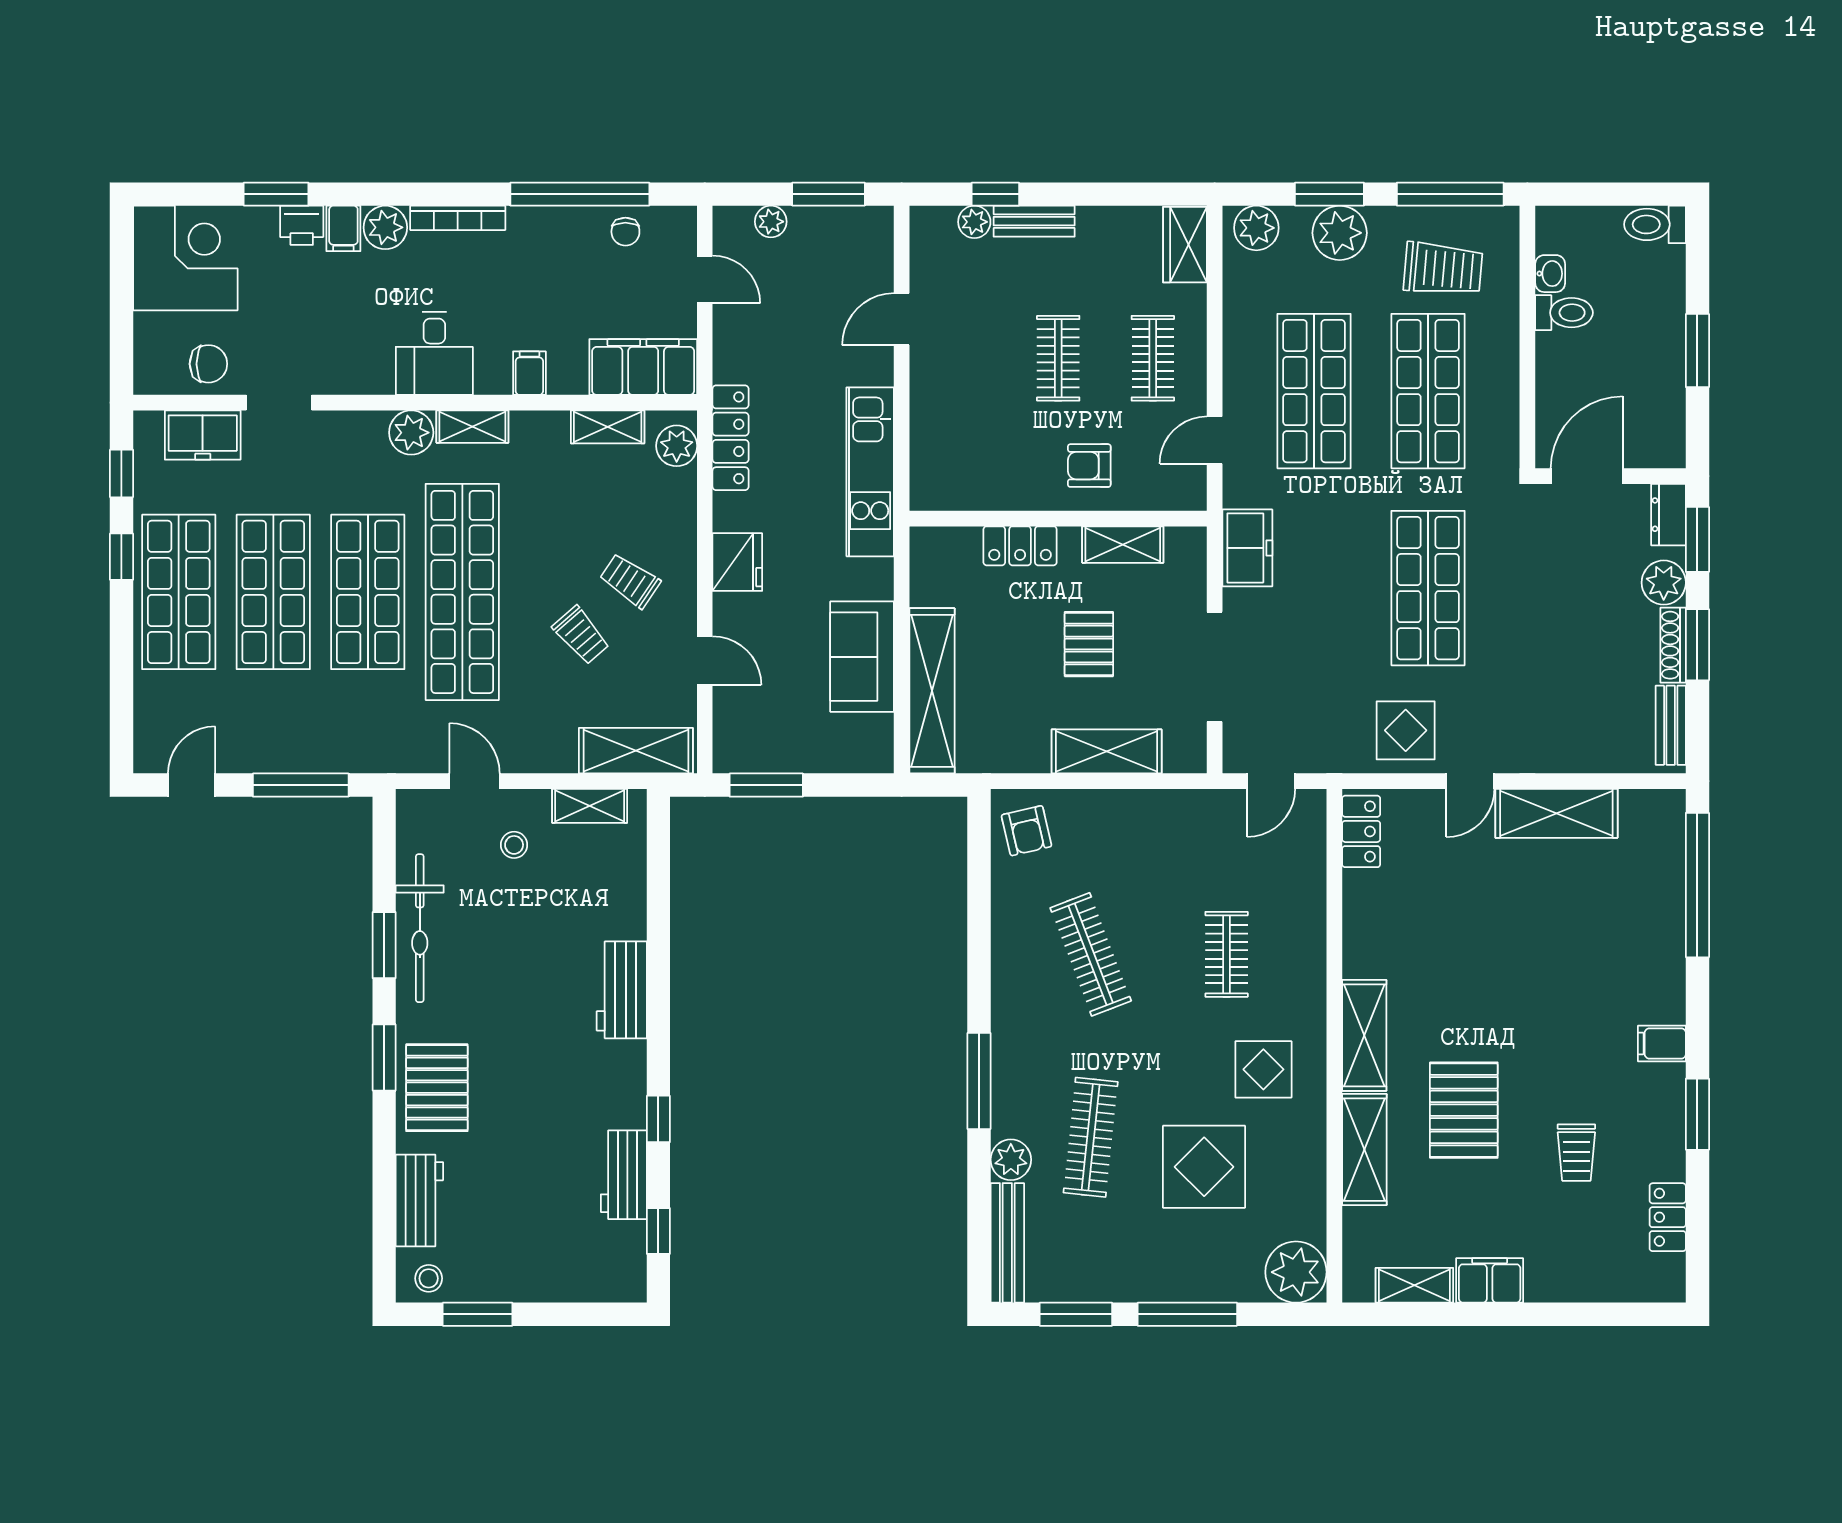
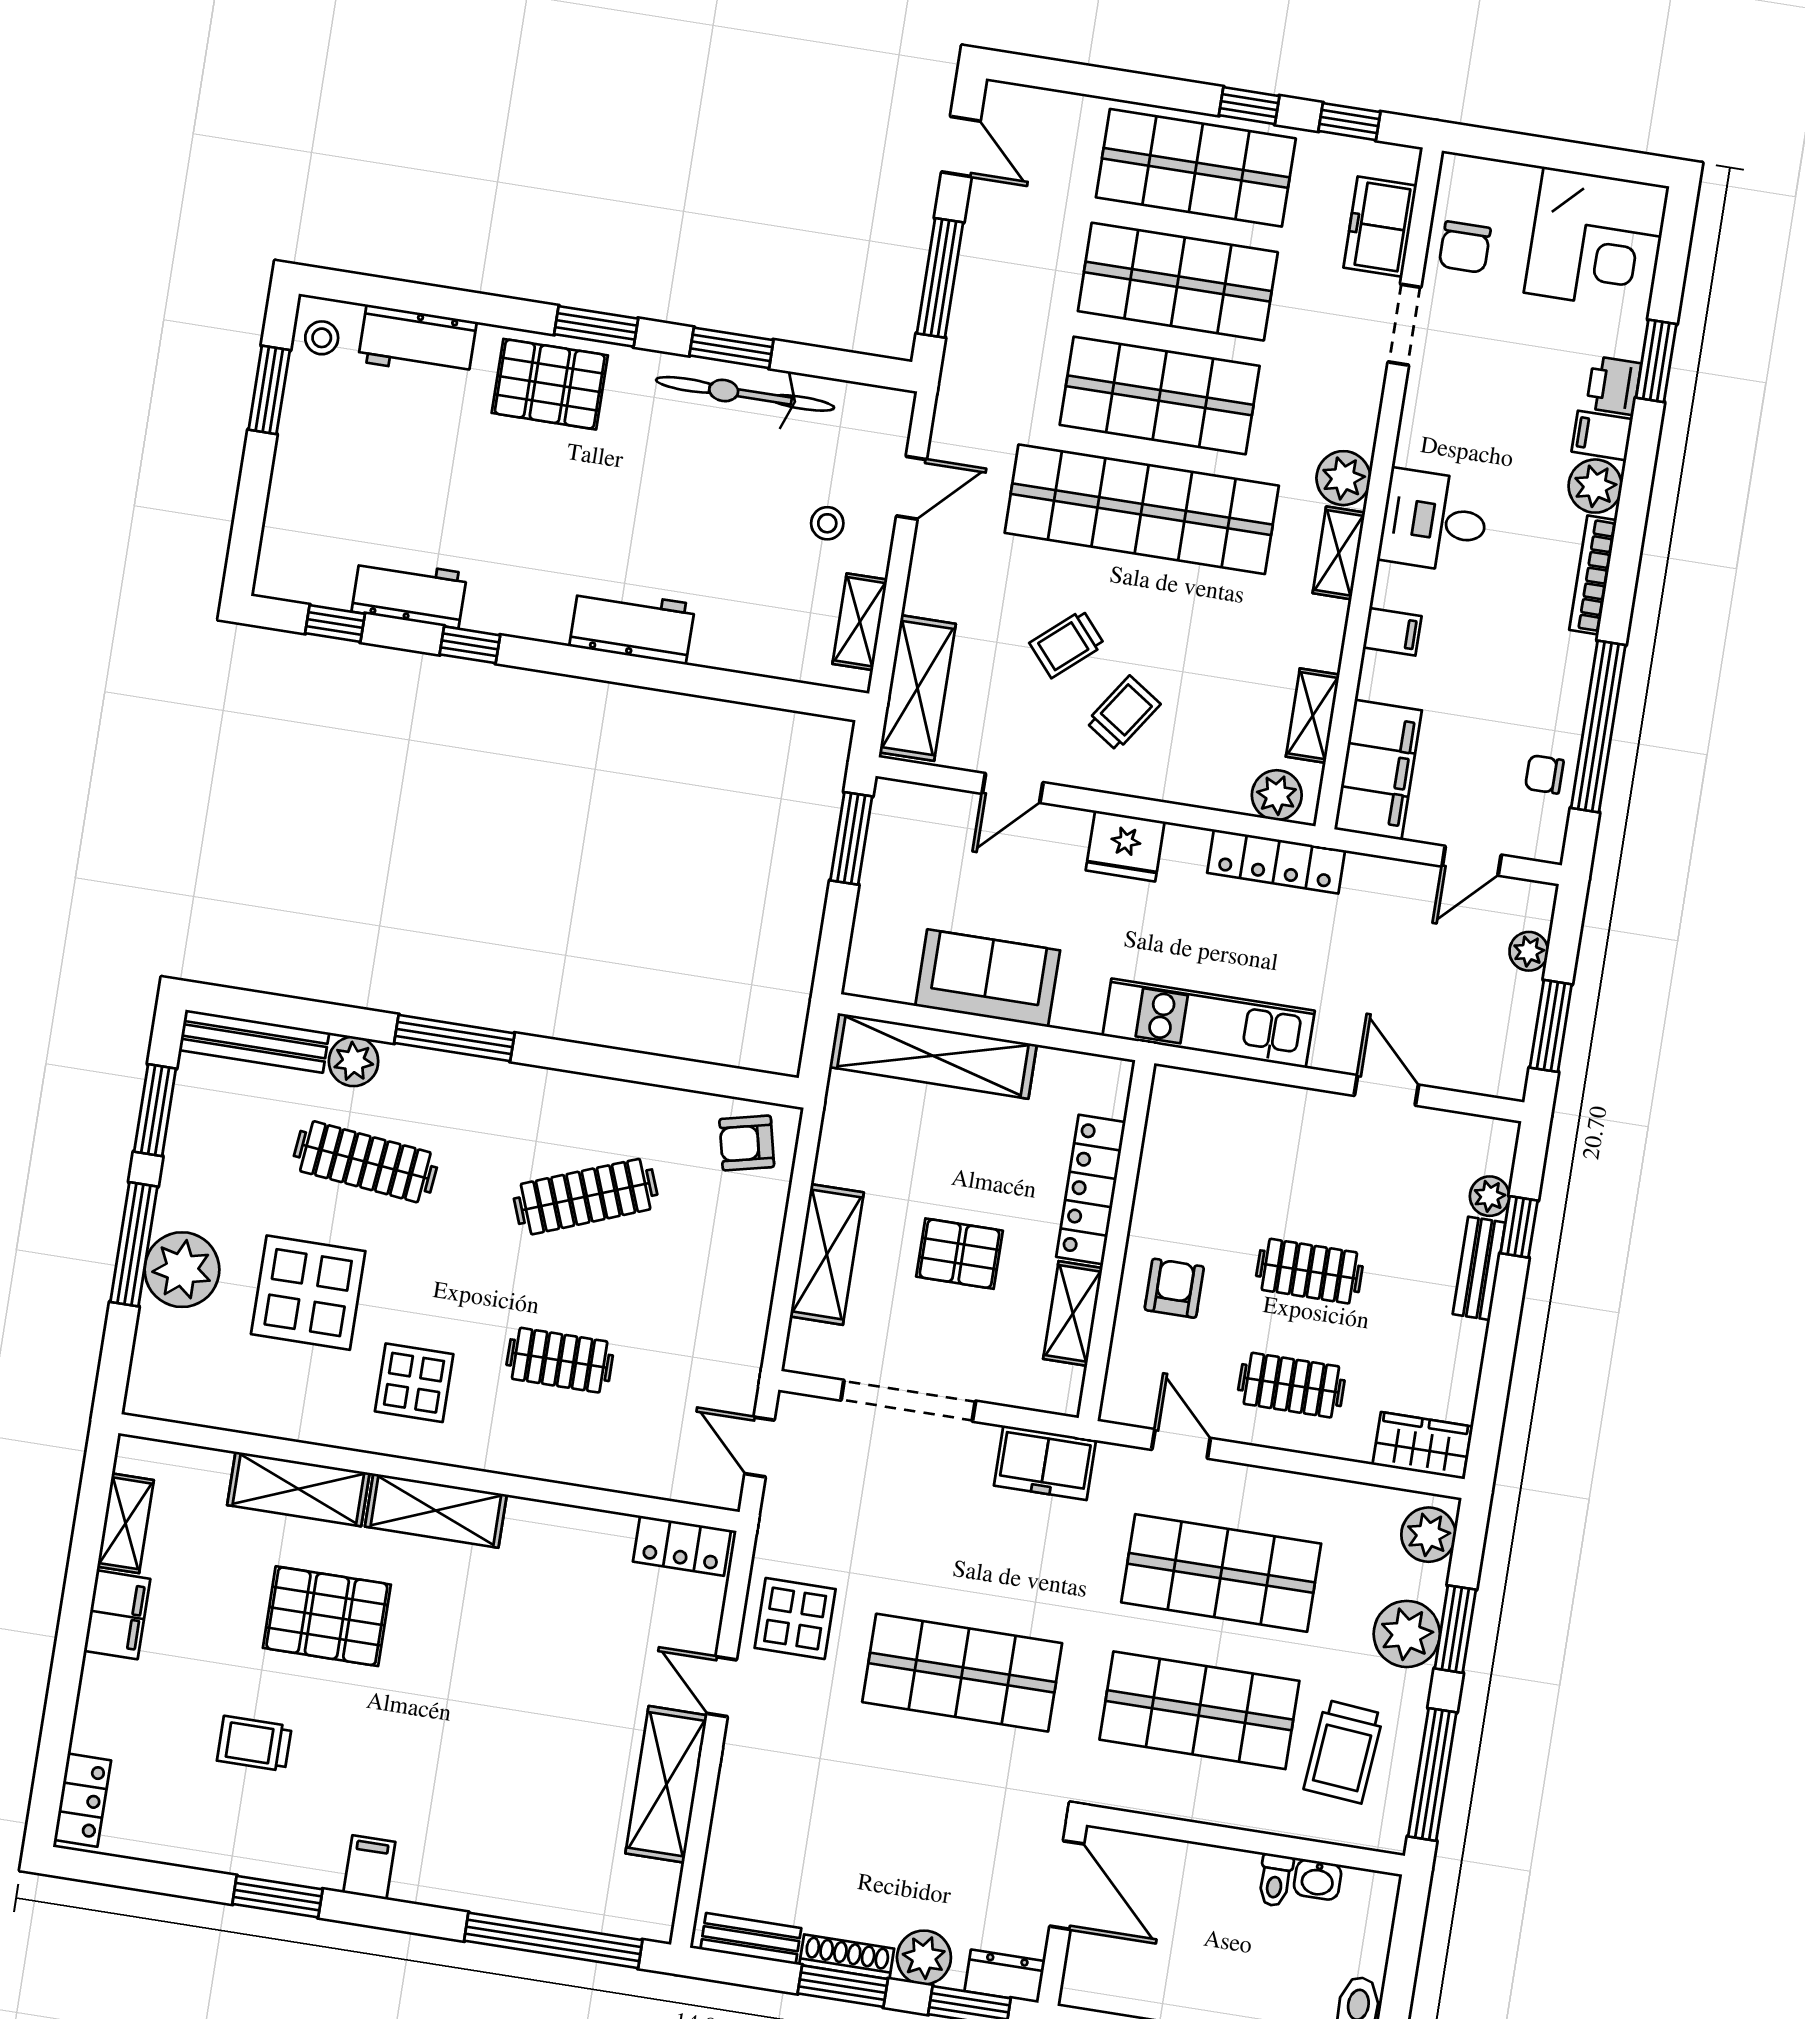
toilet: (1564, 313) -> (1275, 1880), width x0.73, depth x0.72
locker: (1020, 546) -> (1091, 1190), width x1.53
locker: (1668, 1217) -> (82, 1800), moved, turned 90
plant: (1296, 1272) -> (182, 1270), moved

